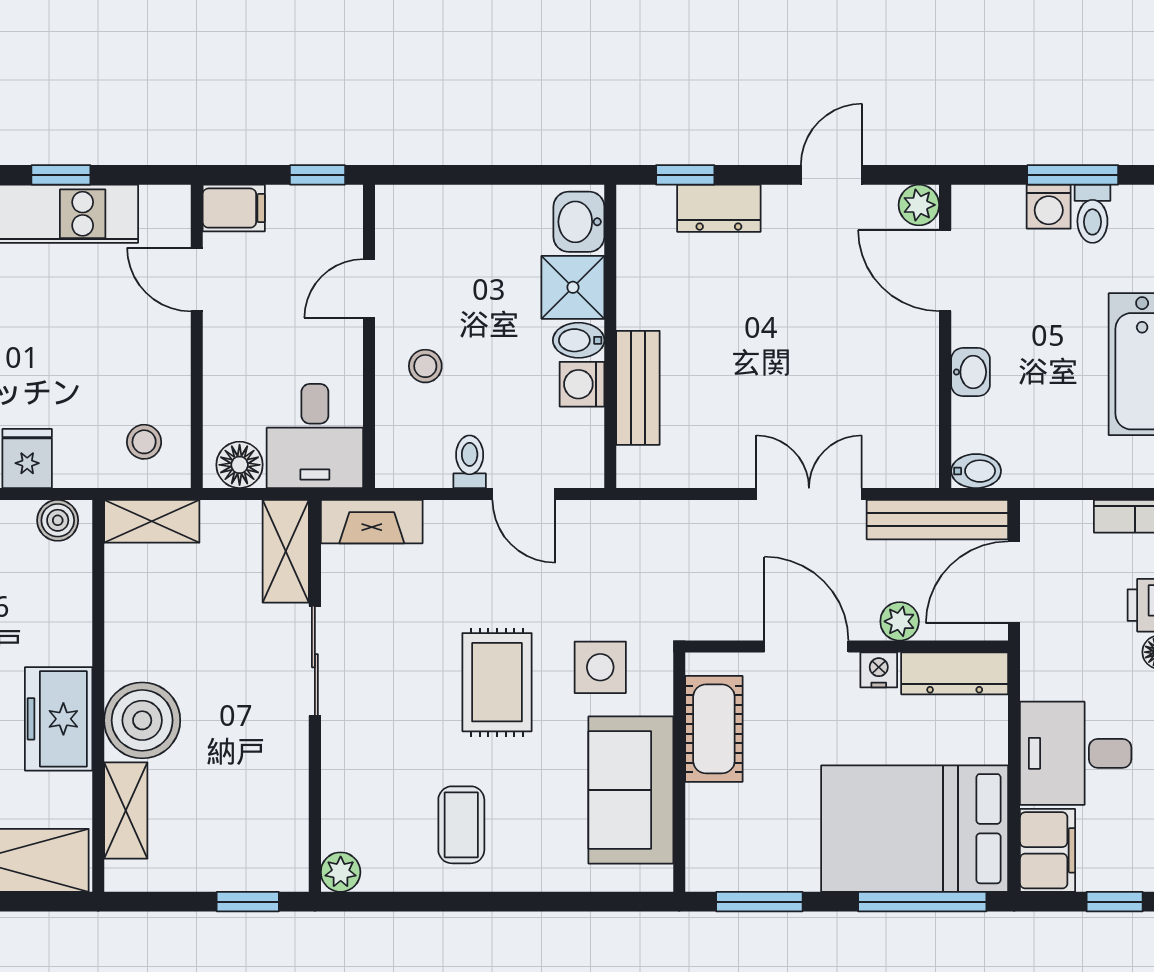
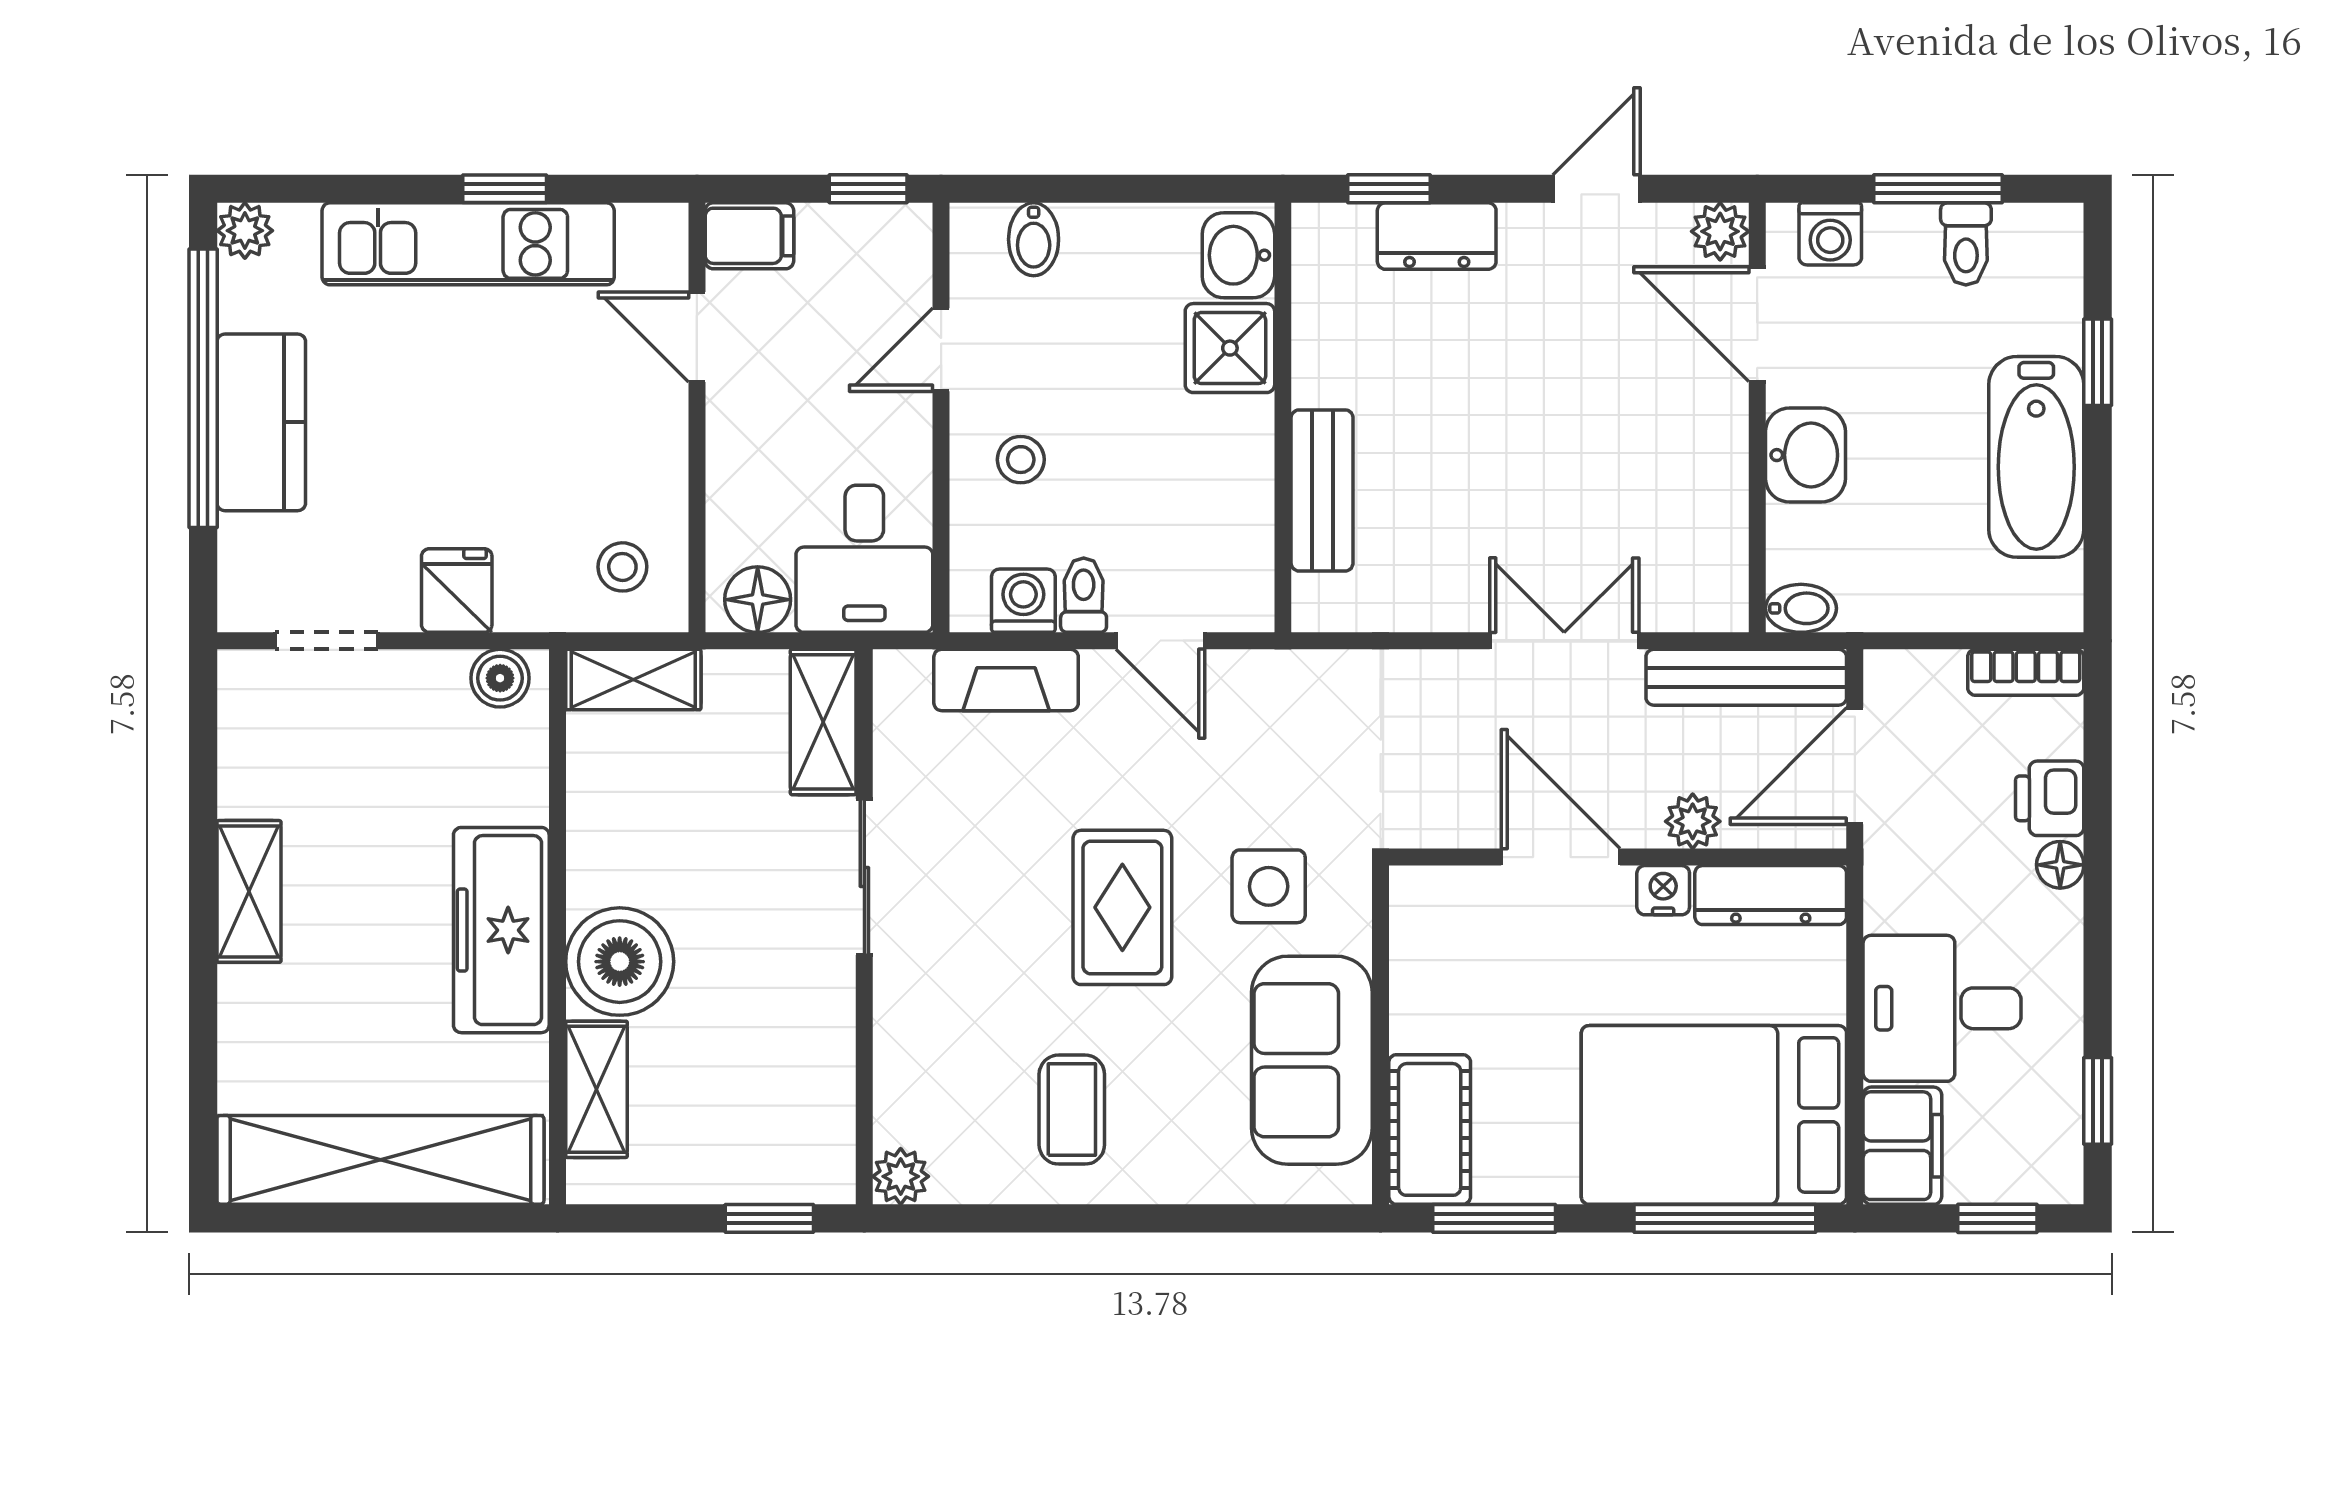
washing machine: (1049, 207) -> (1830, 234), moved
bidet: (579, 340) -> (1034, 239), moved, turned -90
washbasin: (970, 372) -> (1805, 455), width x1.38, depth x1.45
washing machine: (582, 384) -> (1023, 601), moved, turned 90
fireplace: (372, 522) -> (1006, 680), moved
freezer: (59, 719) -> (501, 930), width x1.40
cot: (714, 729) -> (1430, 1129), moved

